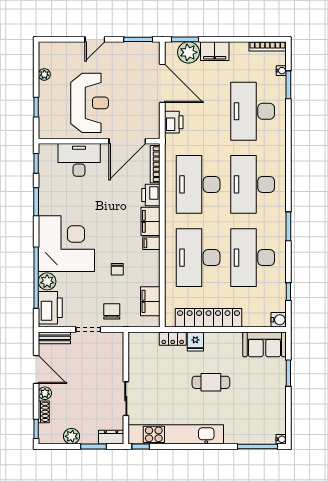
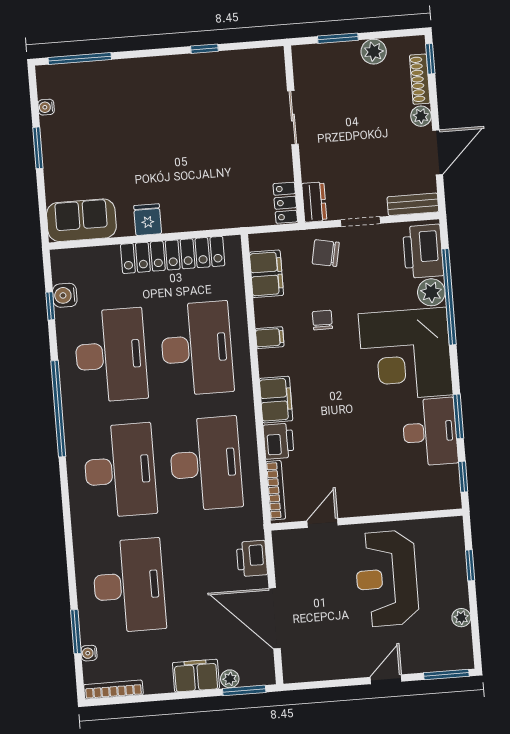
window: (138, 39) -> (446, 675), moved
plant: (189, 52) -> (230, 679), width x0.53, depth x0.53
door: (127, 141) -> (323, 523), width x0.53
desk: (79, 160) -> (430, 432), moved, turned -90
window: (288, 226) -> (58, 409), width x2.11
filing cabinet: (151, 243) -> (270, 338), moved
chair: (112, 311) -> (326, 253), turned 101
water cooler: (279, 320) -> (65, 295), moved
locker: (173, 339) -> (285, 203), moved, turned -90
fridge: (195, 341) -> (148, 220), moved
door: (36, 369) -> (438, 152), swing flipped
window: (288, 373) -> (38, 148), moved
cafe table: (211, 382) -> (161, 154), removed
shoe rack: (44, 412) -> (420, 79), width x1.43
kitchen unit: (176, 434) -> (210, 67), removed
dresser: (111, 437) -> (314, 202), moved, turned -90
water cooler: (281, 439) -> (46, 107), moved
window: (141, 446) -> (204, 49), moved

